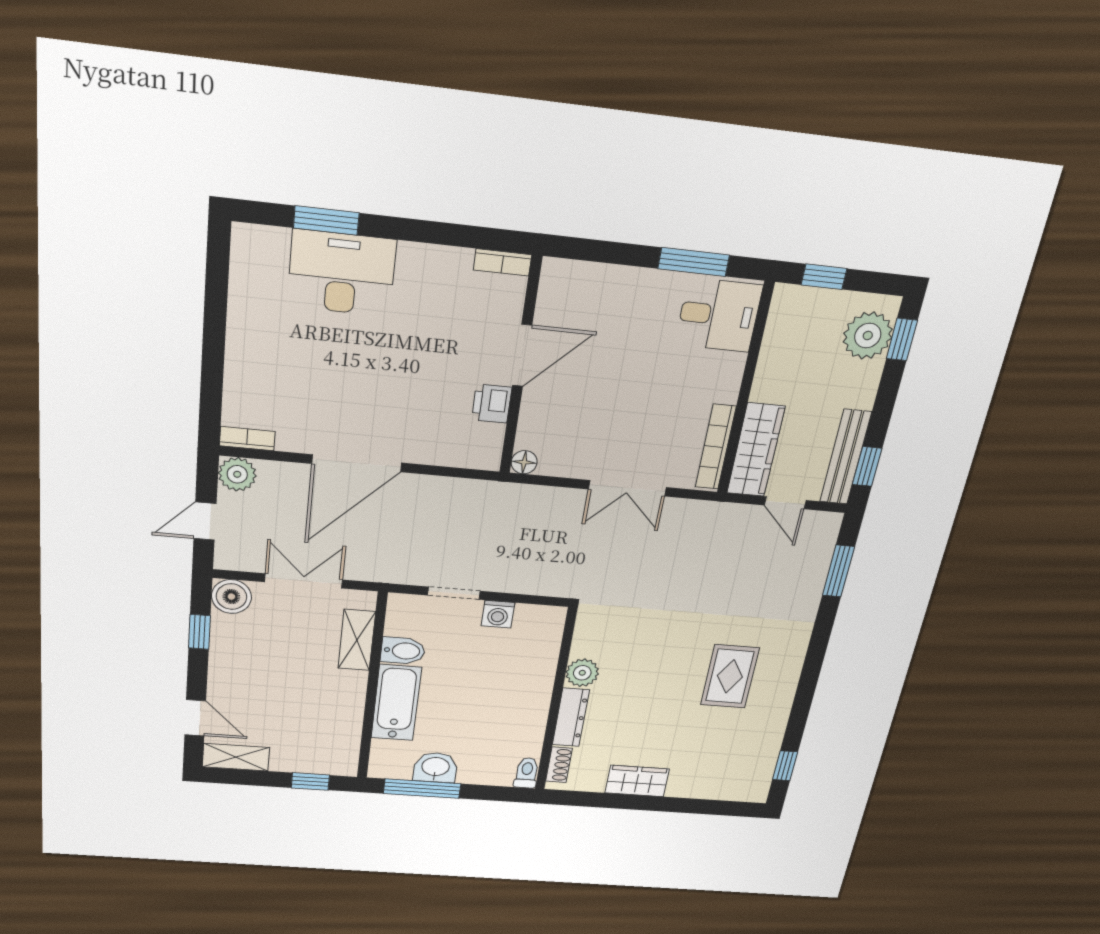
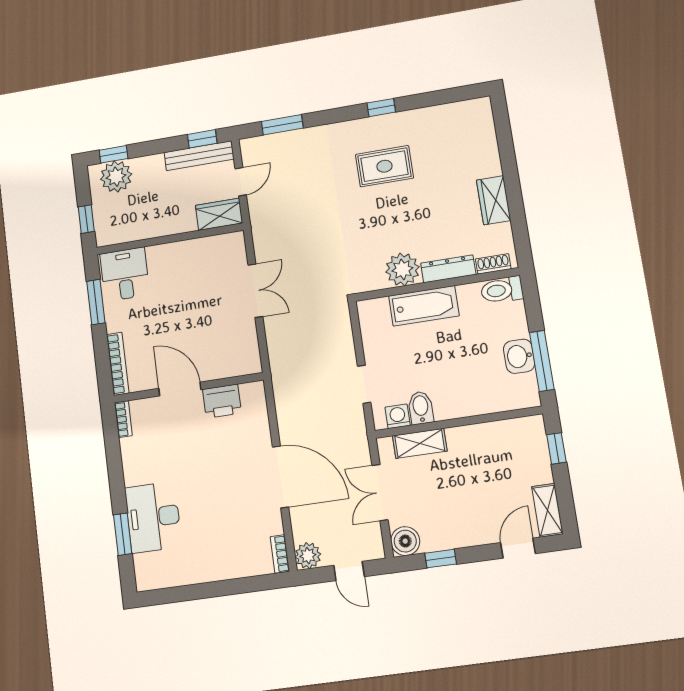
printer: (492, 404) -> (222, 401), width x1.36, depth x1.24
bookcase: (716, 447) -> (118, 364), moved, turned -90
wardrobe: (756, 450) -> (219, 214), width x0.67
floor lamp: (524, 462) -> (253, 365), removed
washing machine: (498, 614) -> (398, 416), moved, turned -90
plant: (582, 673) -> (402, 269), width x1.36, depth x1.36
bathtub: (396, 703) -> (424, 306), moved, turned 180
window: (785, 766) -> (381, 108), moved
toilet: (527, 773) -> (502, 290), width x1.37, depth x1.39

